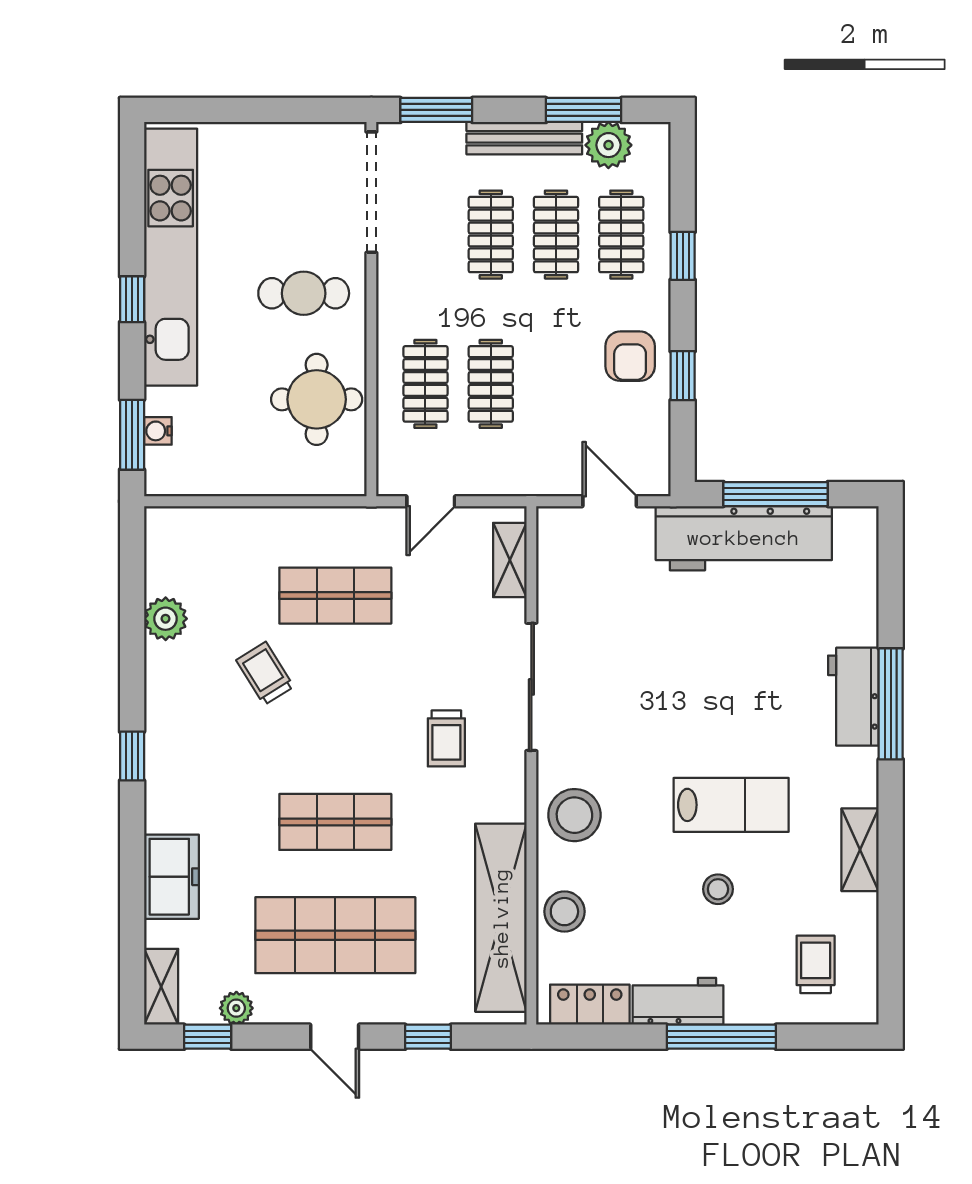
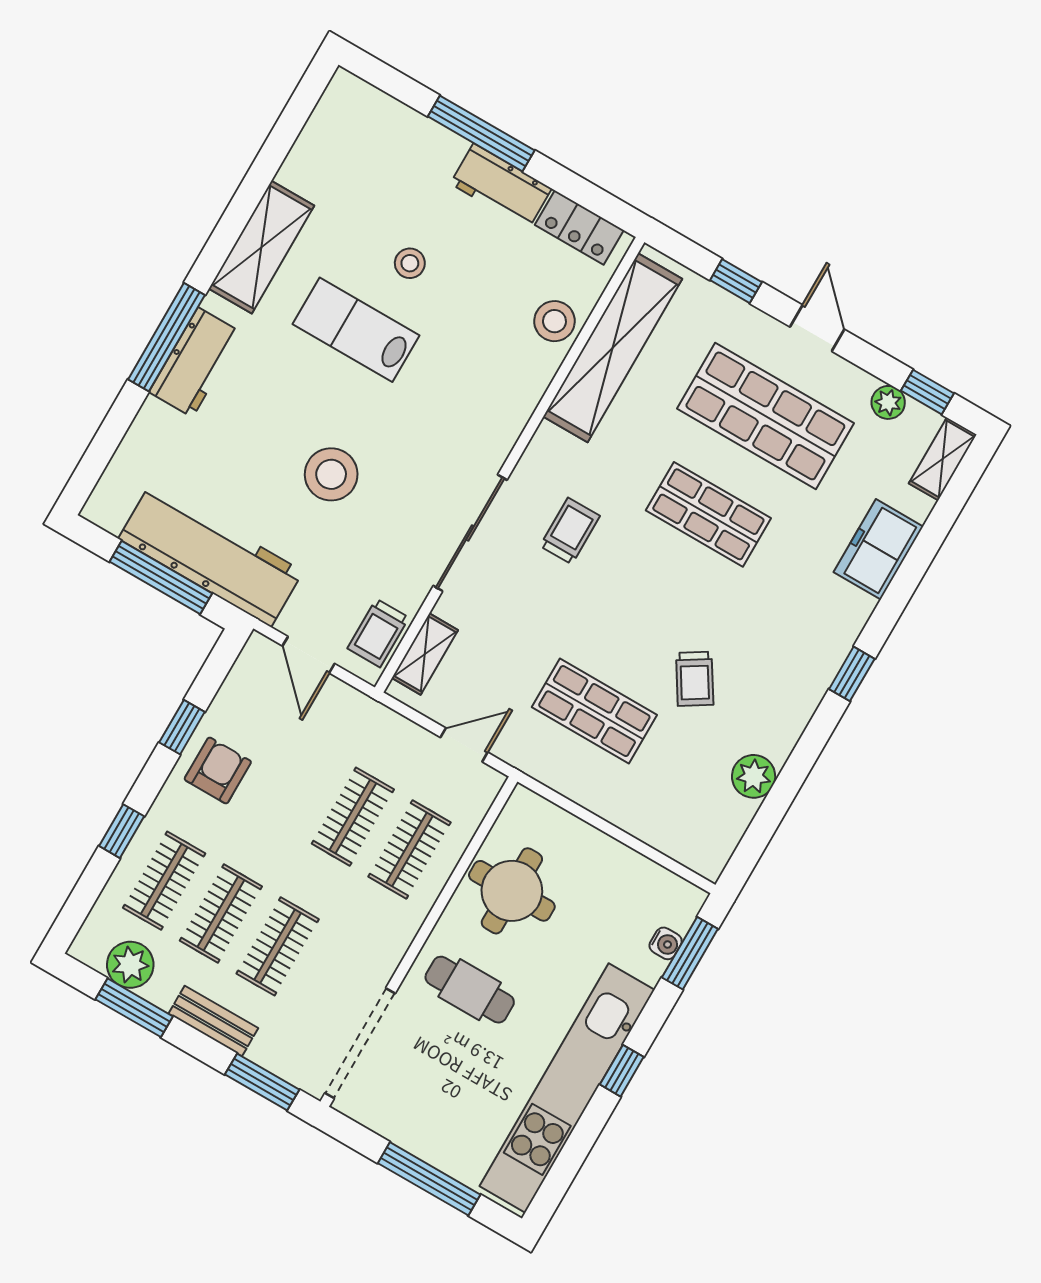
window: (244, 110) -> (429, 1179), added
bench: (524, 138) -> (213, 1021), width x0.73
stool: (574, 815) -> (331, 474), moved
shelving: (860, 850) -> (262, 247), width x1.50, depth x1.33
trolley: (816, 964) -> (378, 633), moved

